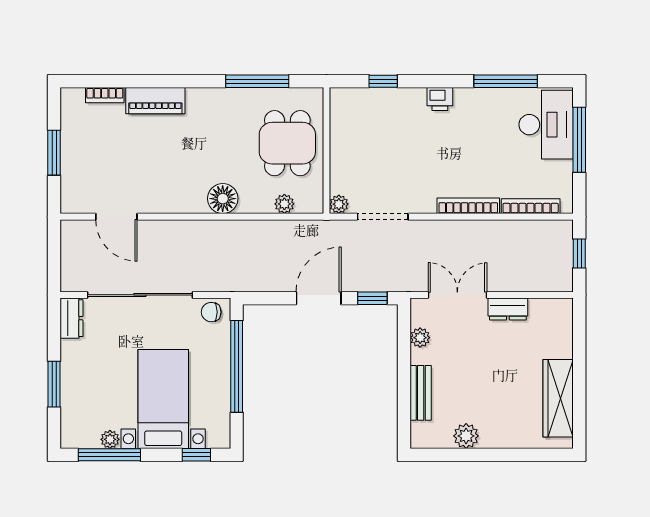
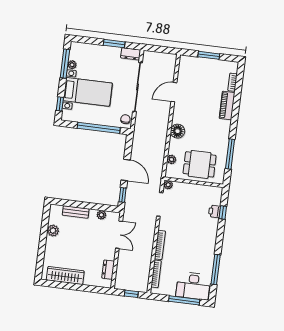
printer: (440, 99) -> (215, 211), moved
door: (116, 217) -> (174, 92), moved
dresser: (508, 309) -> (108, 270), moved
window: (54, 384) -> (114, 44), moved

